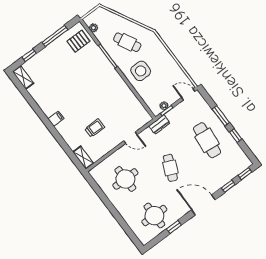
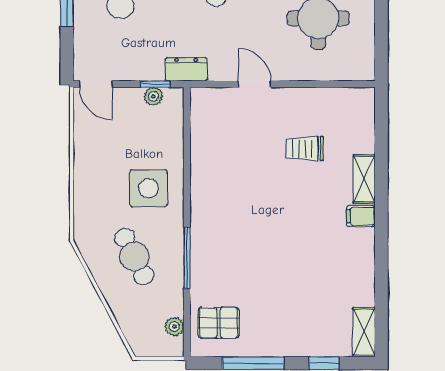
shelving: (83, 158) -> (364, 179), moved

